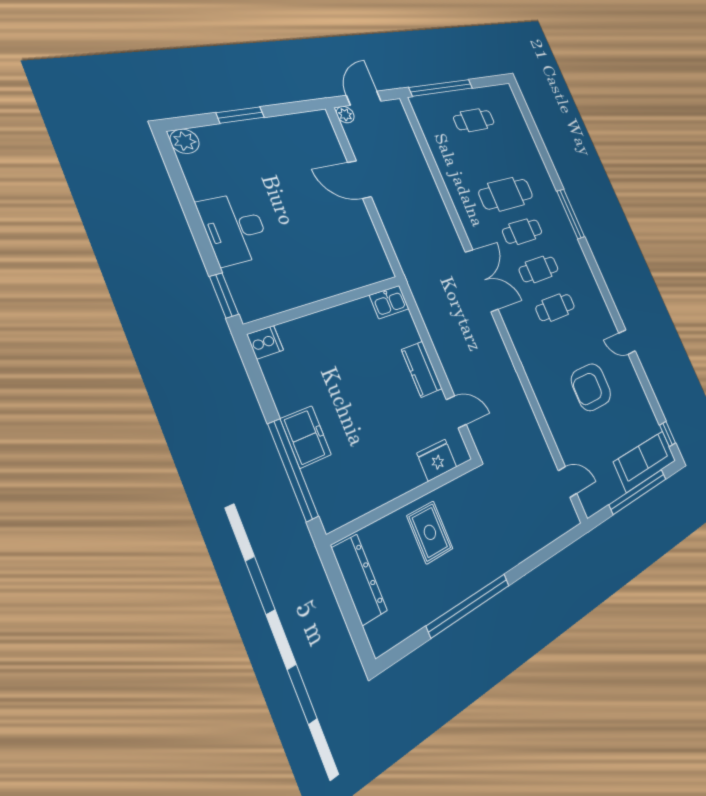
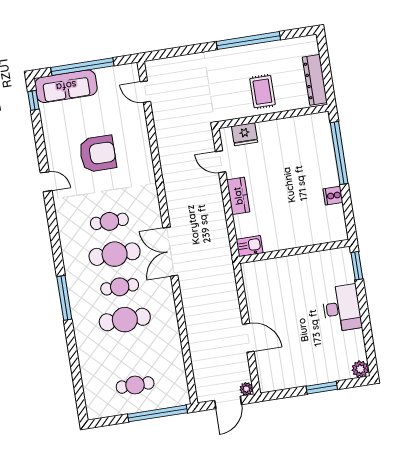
cafe table: (539, 269) -> (115, 254), width x1.37, depth x1.35
cooker: (265, 342) -> (333, 196), moved
freezer: (306, 437) -> (327, 170), removed

